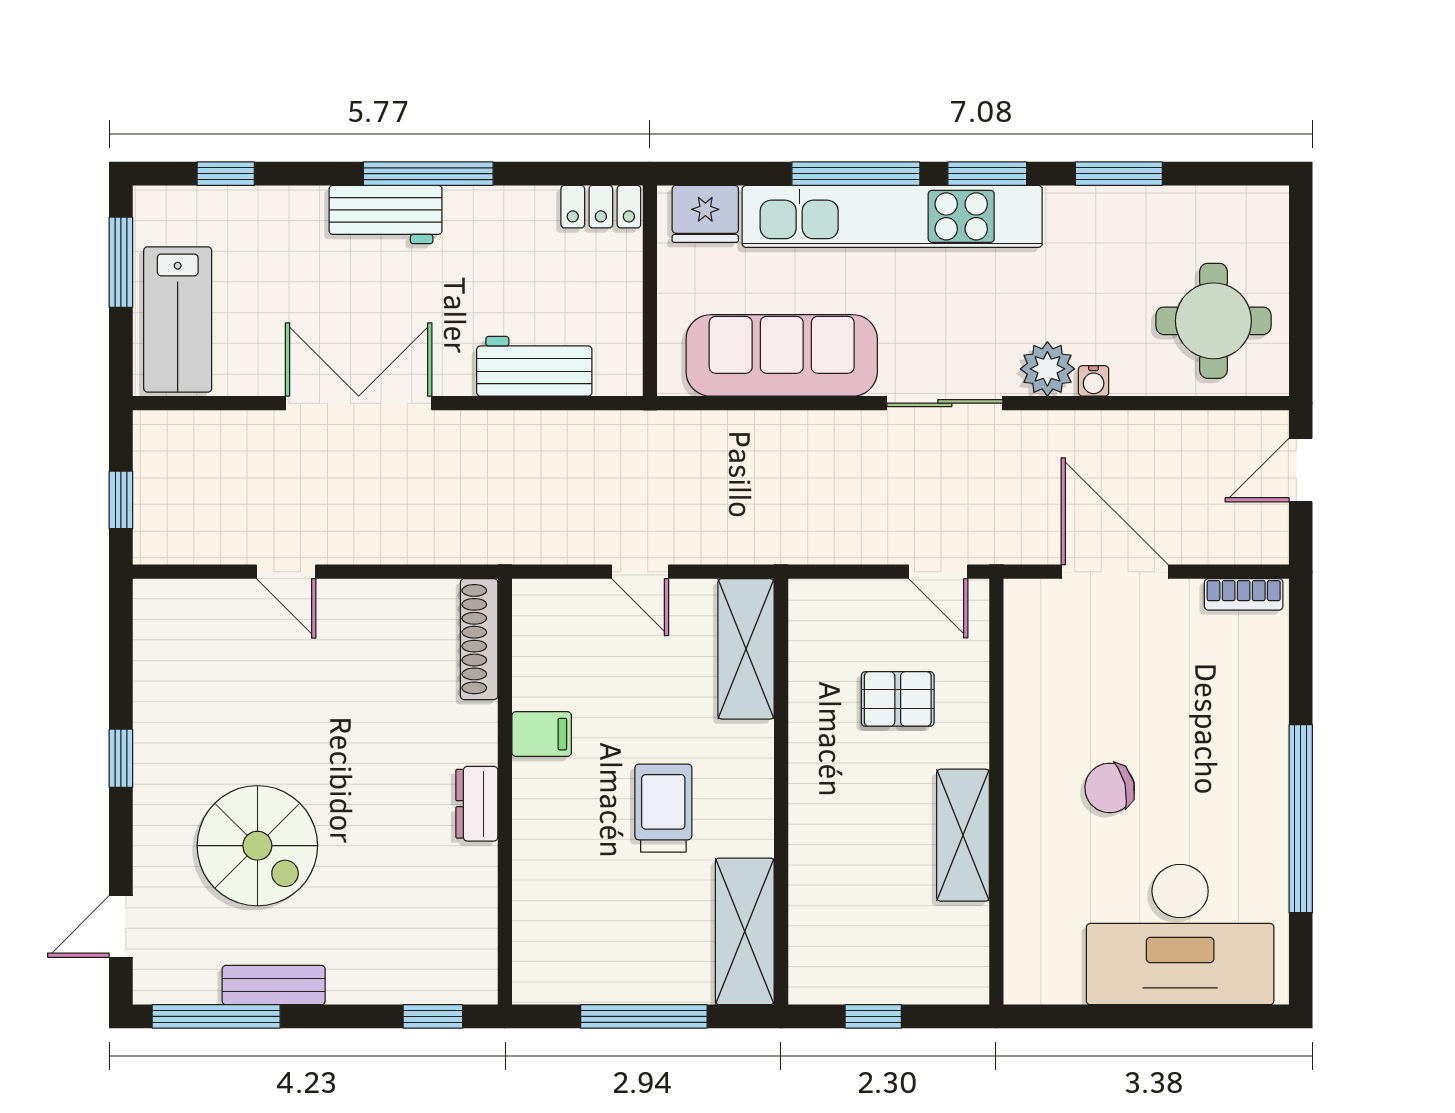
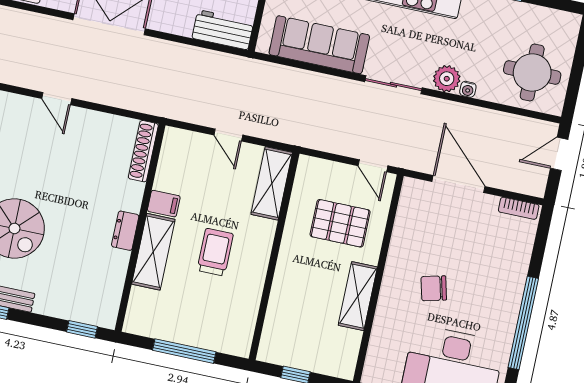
workbench: (534, 366) -> (223, 30), moved
pallet: (898, 699) -> (340, 223), width x1.50, depth x1.42
shelving: (745, 931) -> (153, 252), moved

